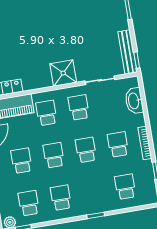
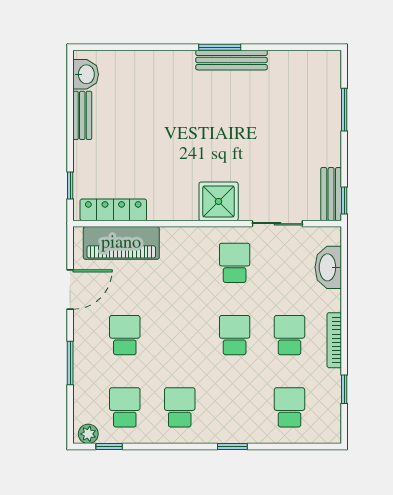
bench: (127, 52) -> (331, 194), width x0.73
school desk: (46, 113) -> (180, 263), removed
school desk: (54, 155) -> (180, 335), removed

